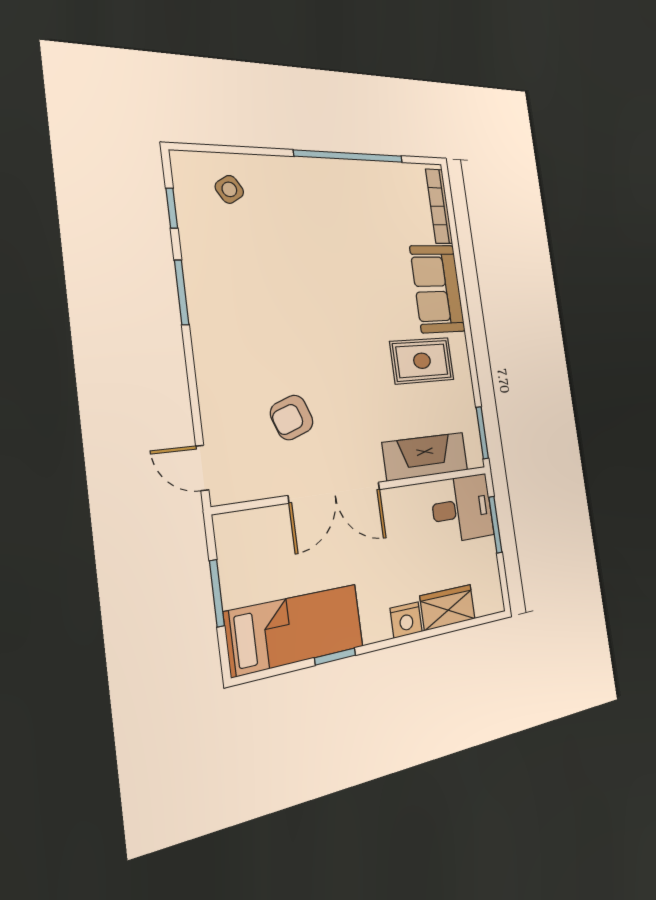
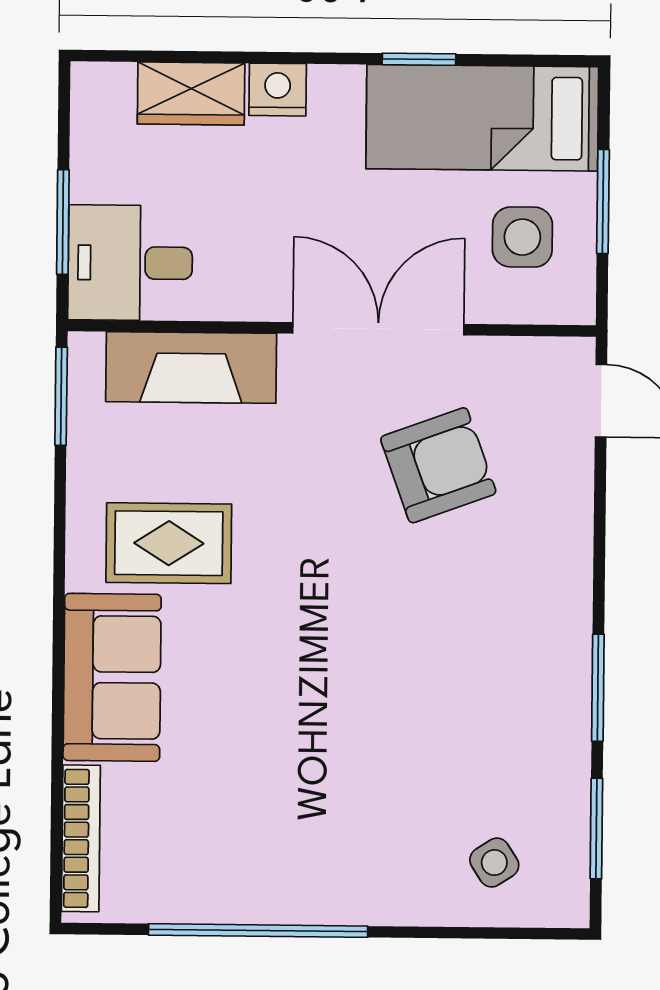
window: (172, 208) -> (596, 828), width x1.50
armchair: (292, 417) -> (438, 465), width x1.38, depth x1.38
side table: (262, 561) -> (522, 237), added

